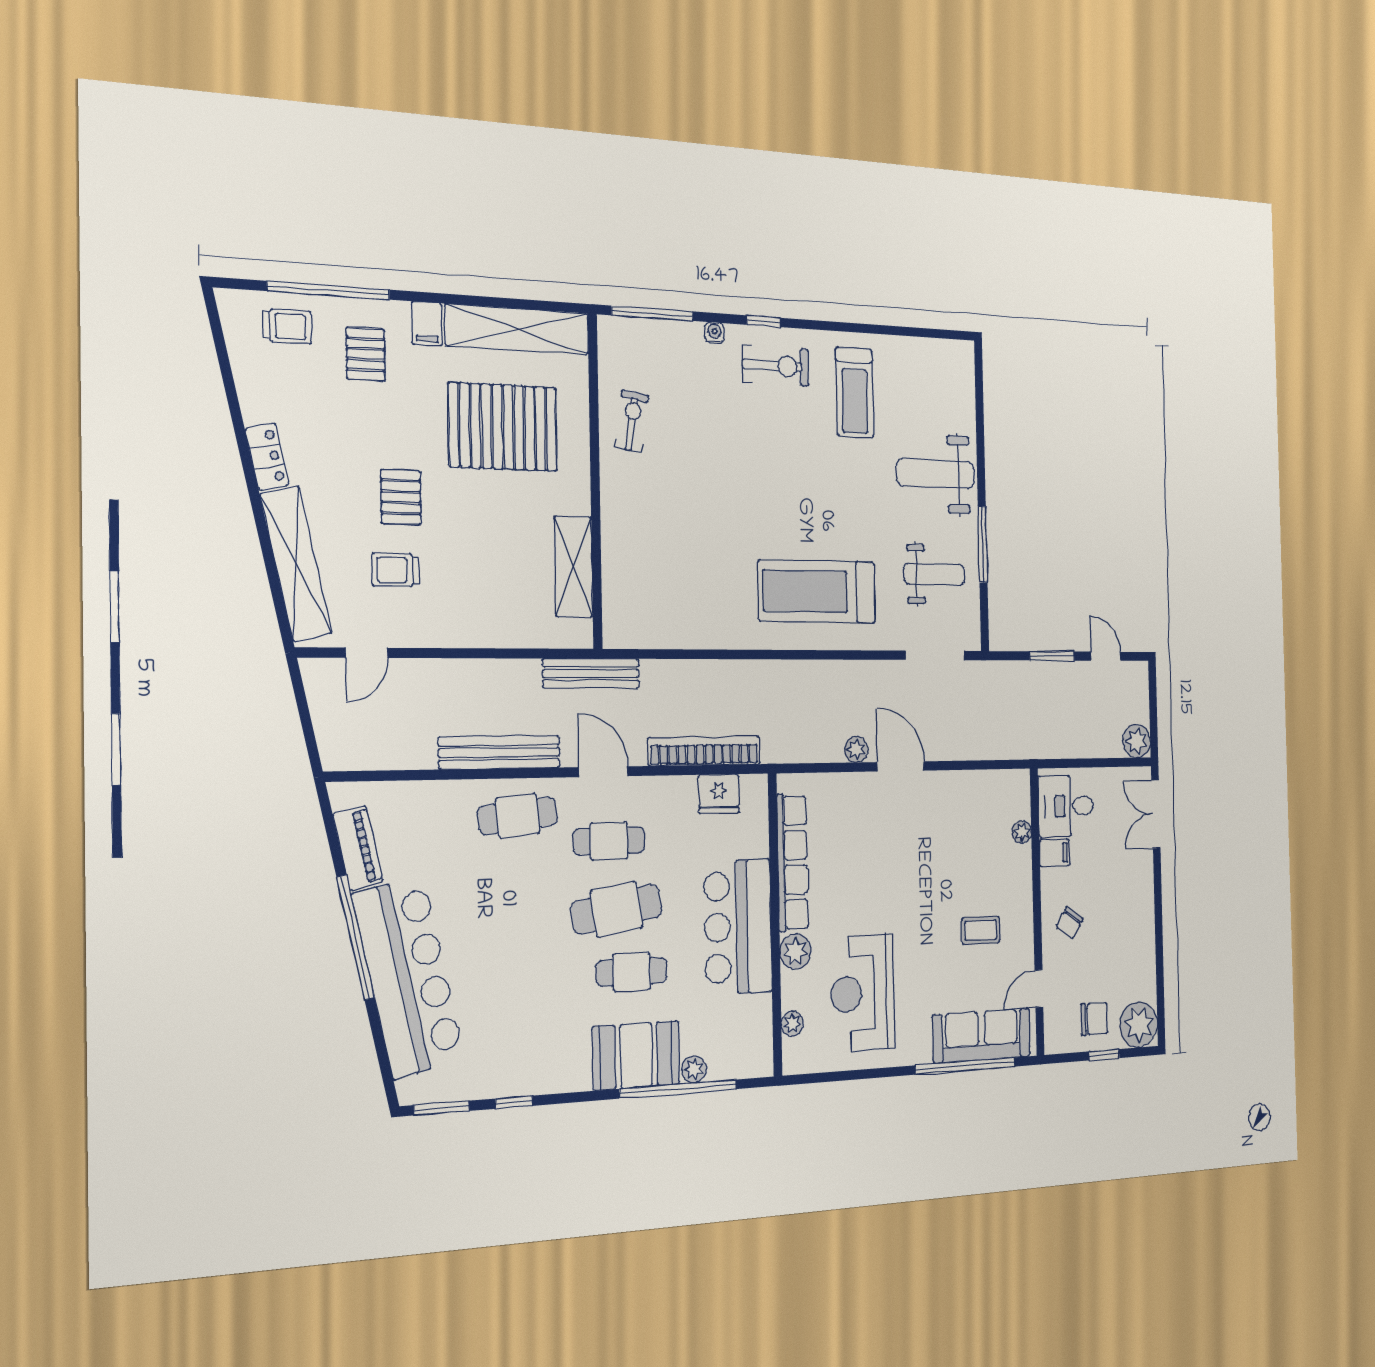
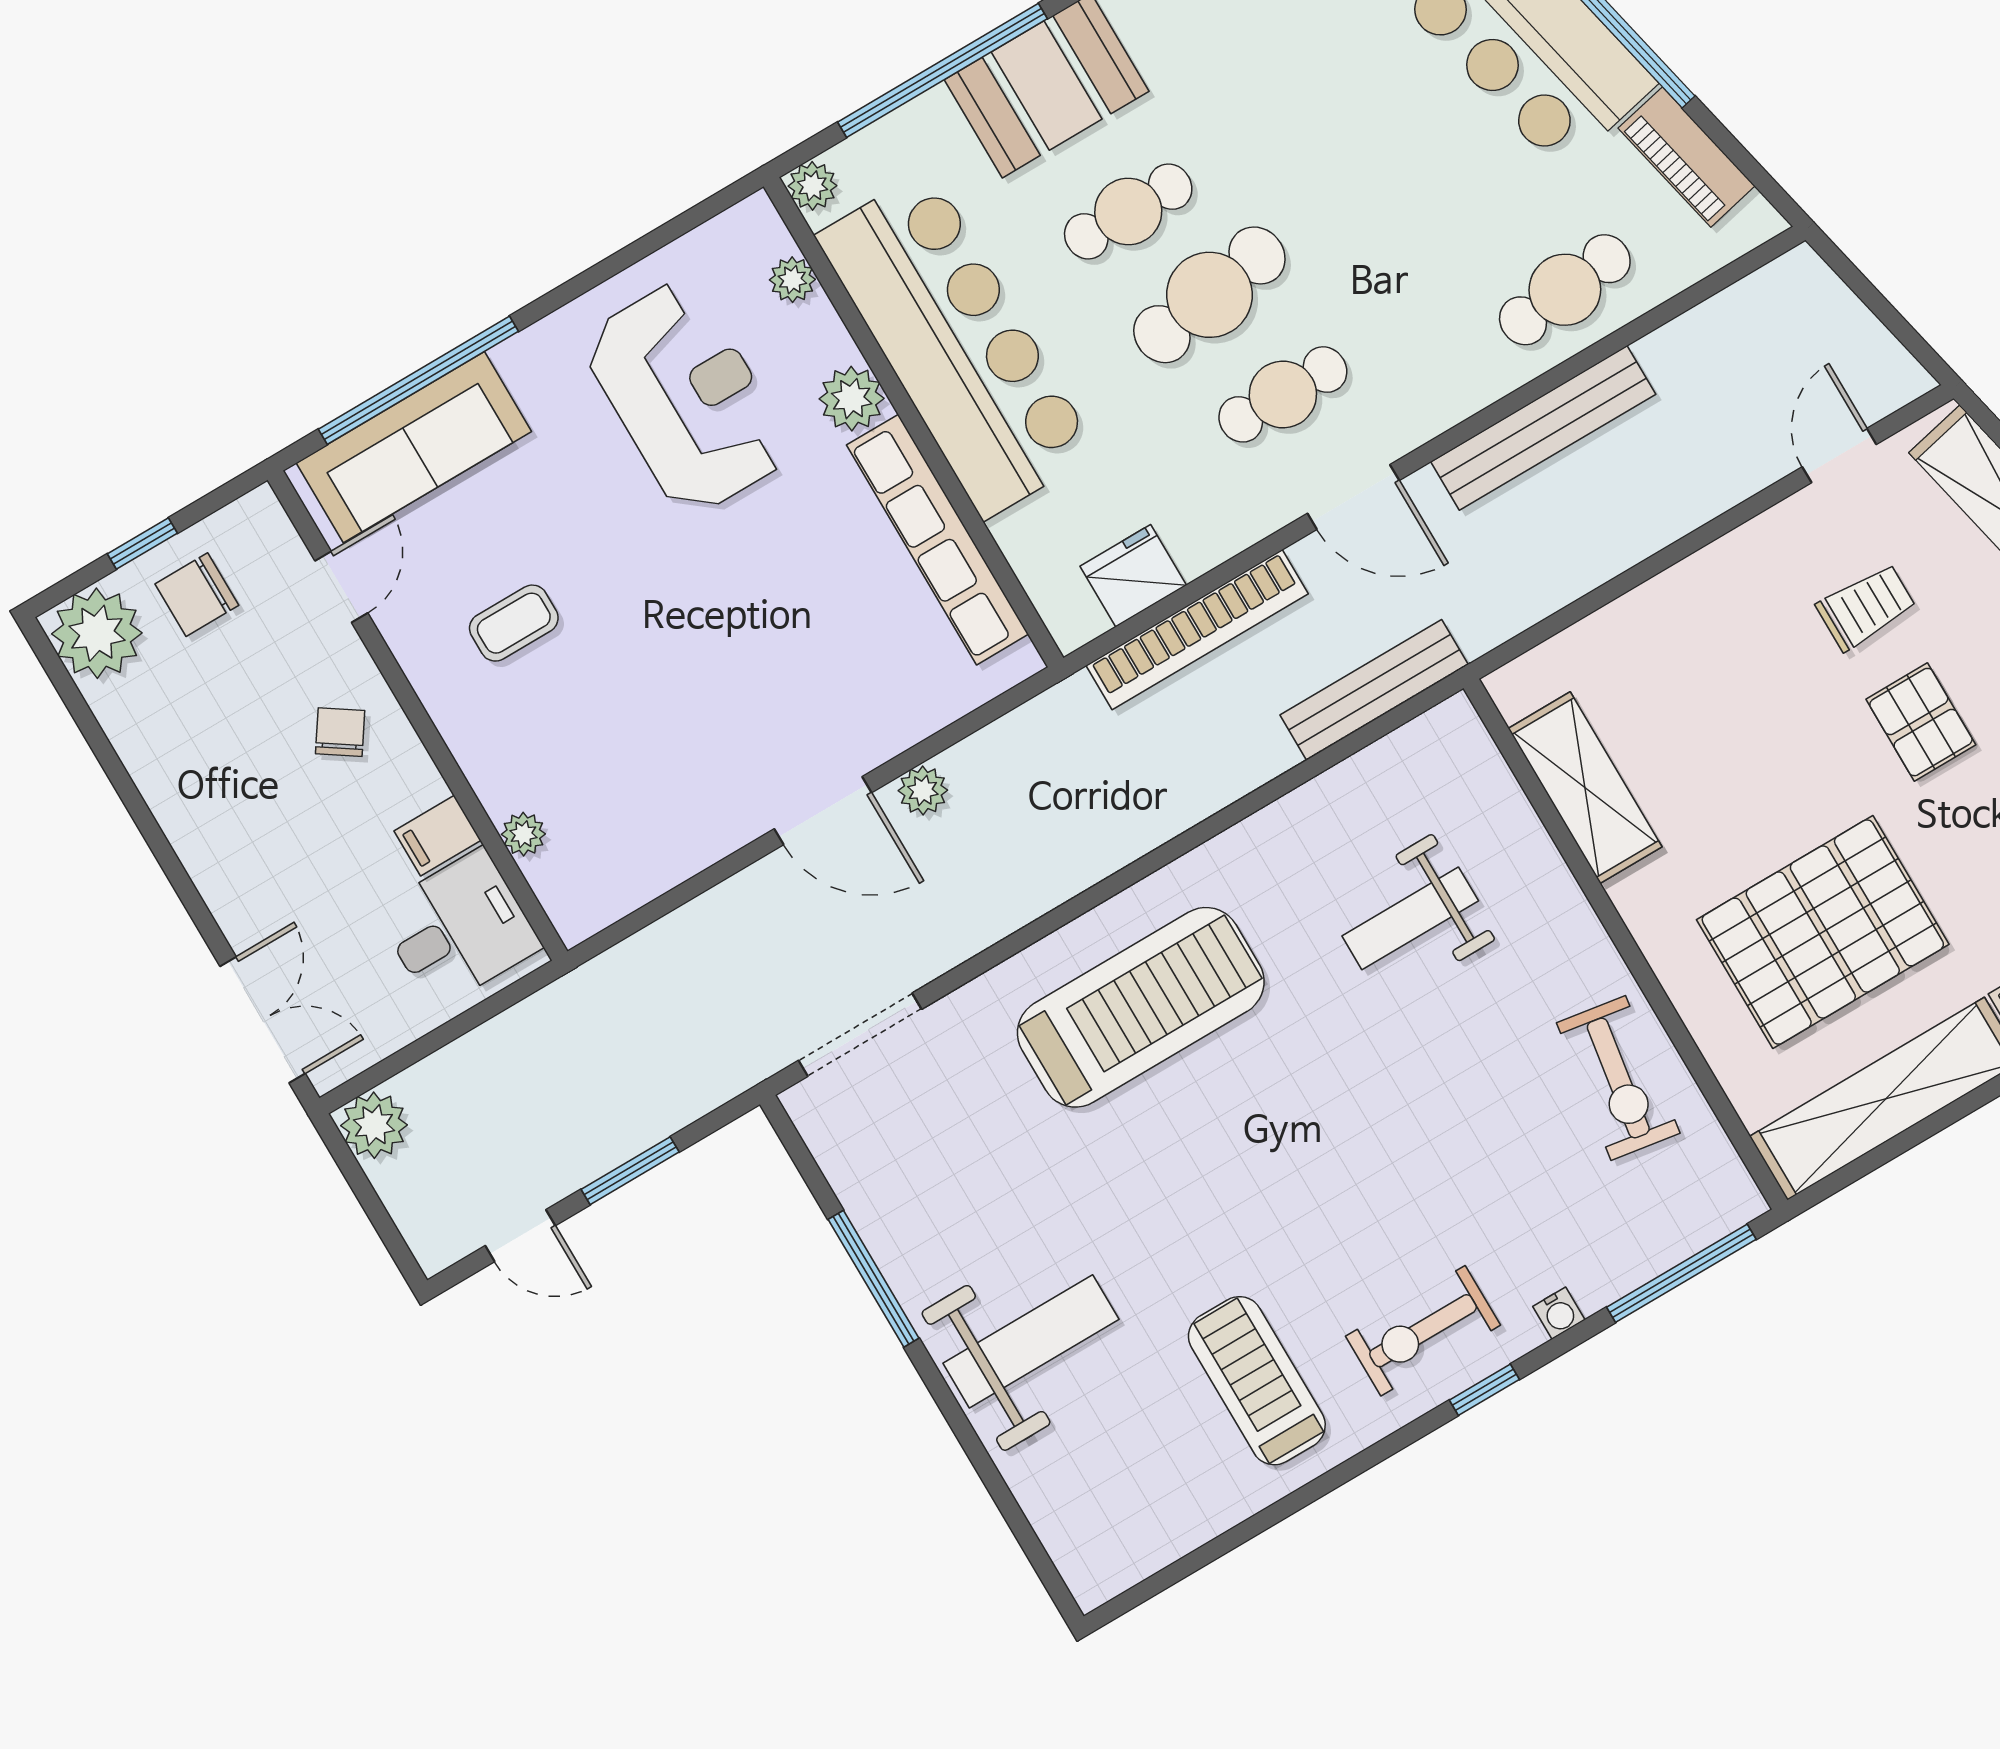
exercise bike: (632, 421) -> (1618, 1078), width x1.38, depth x1.39
weight bench: (934, 574) -> (1410, 918), moved
bench: (591, 673) -> (1374, 690), moved
cafe table: (518, 816) -> (1565, 290), moved
bar counter: (738, 927) -> (957, 344), width x1.36
plant: (694, 1069) -> (812, 186), moved

